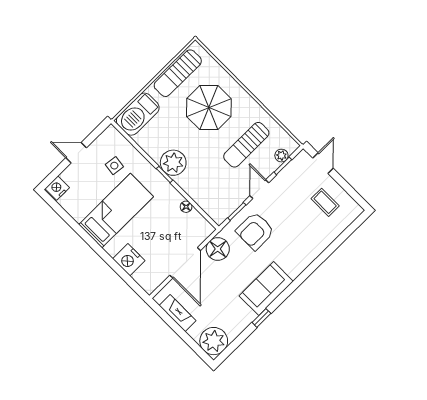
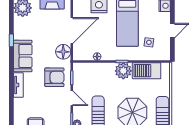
barbecue: (138, 114) -> (147, 71), moved, turned -90
armchair: (255, 231) -> (54, 77), turned 90
tv unit: (303, 262) -> (18, 85), added
door: (185, 263) -> (72, 30), swing flipped

